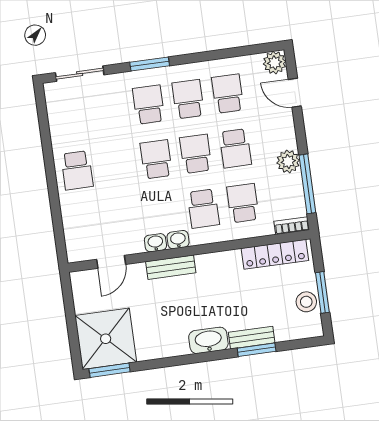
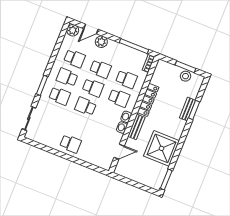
school desk: (228, 94) -> (75, 59), turned 180
school desk: (149, 105) -> (60, 96), turned 180
school desk: (196, 154) -> (93, 88), turned 180
plant: (288, 162) -> (101, 42), moved
school desk: (243, 203) -> (126, 79), turned 180
locker: (275, 254) -> (148, 100), moved
door: (111, 262) -> (119, 152), hinge flipped
shower: (106, 339) -> (161, 148), moved
washbasin: (208, 340) -> (178, 129), removed

